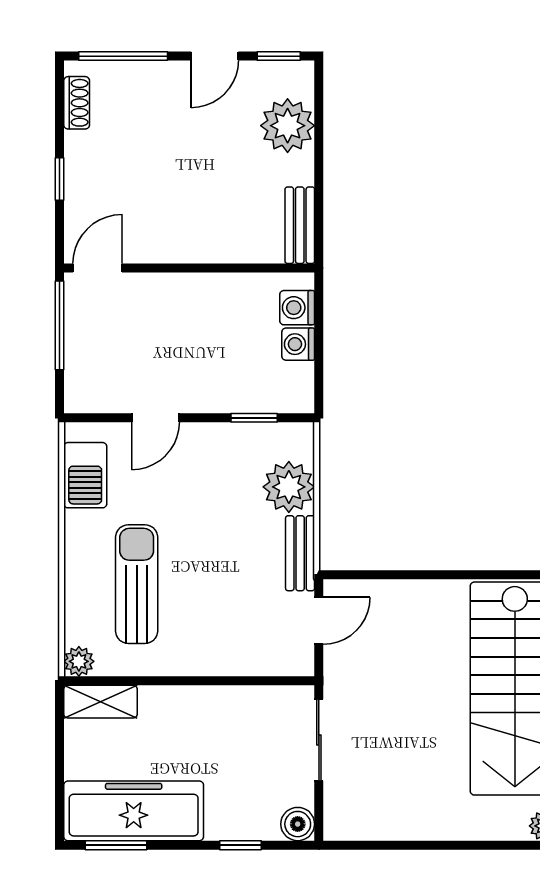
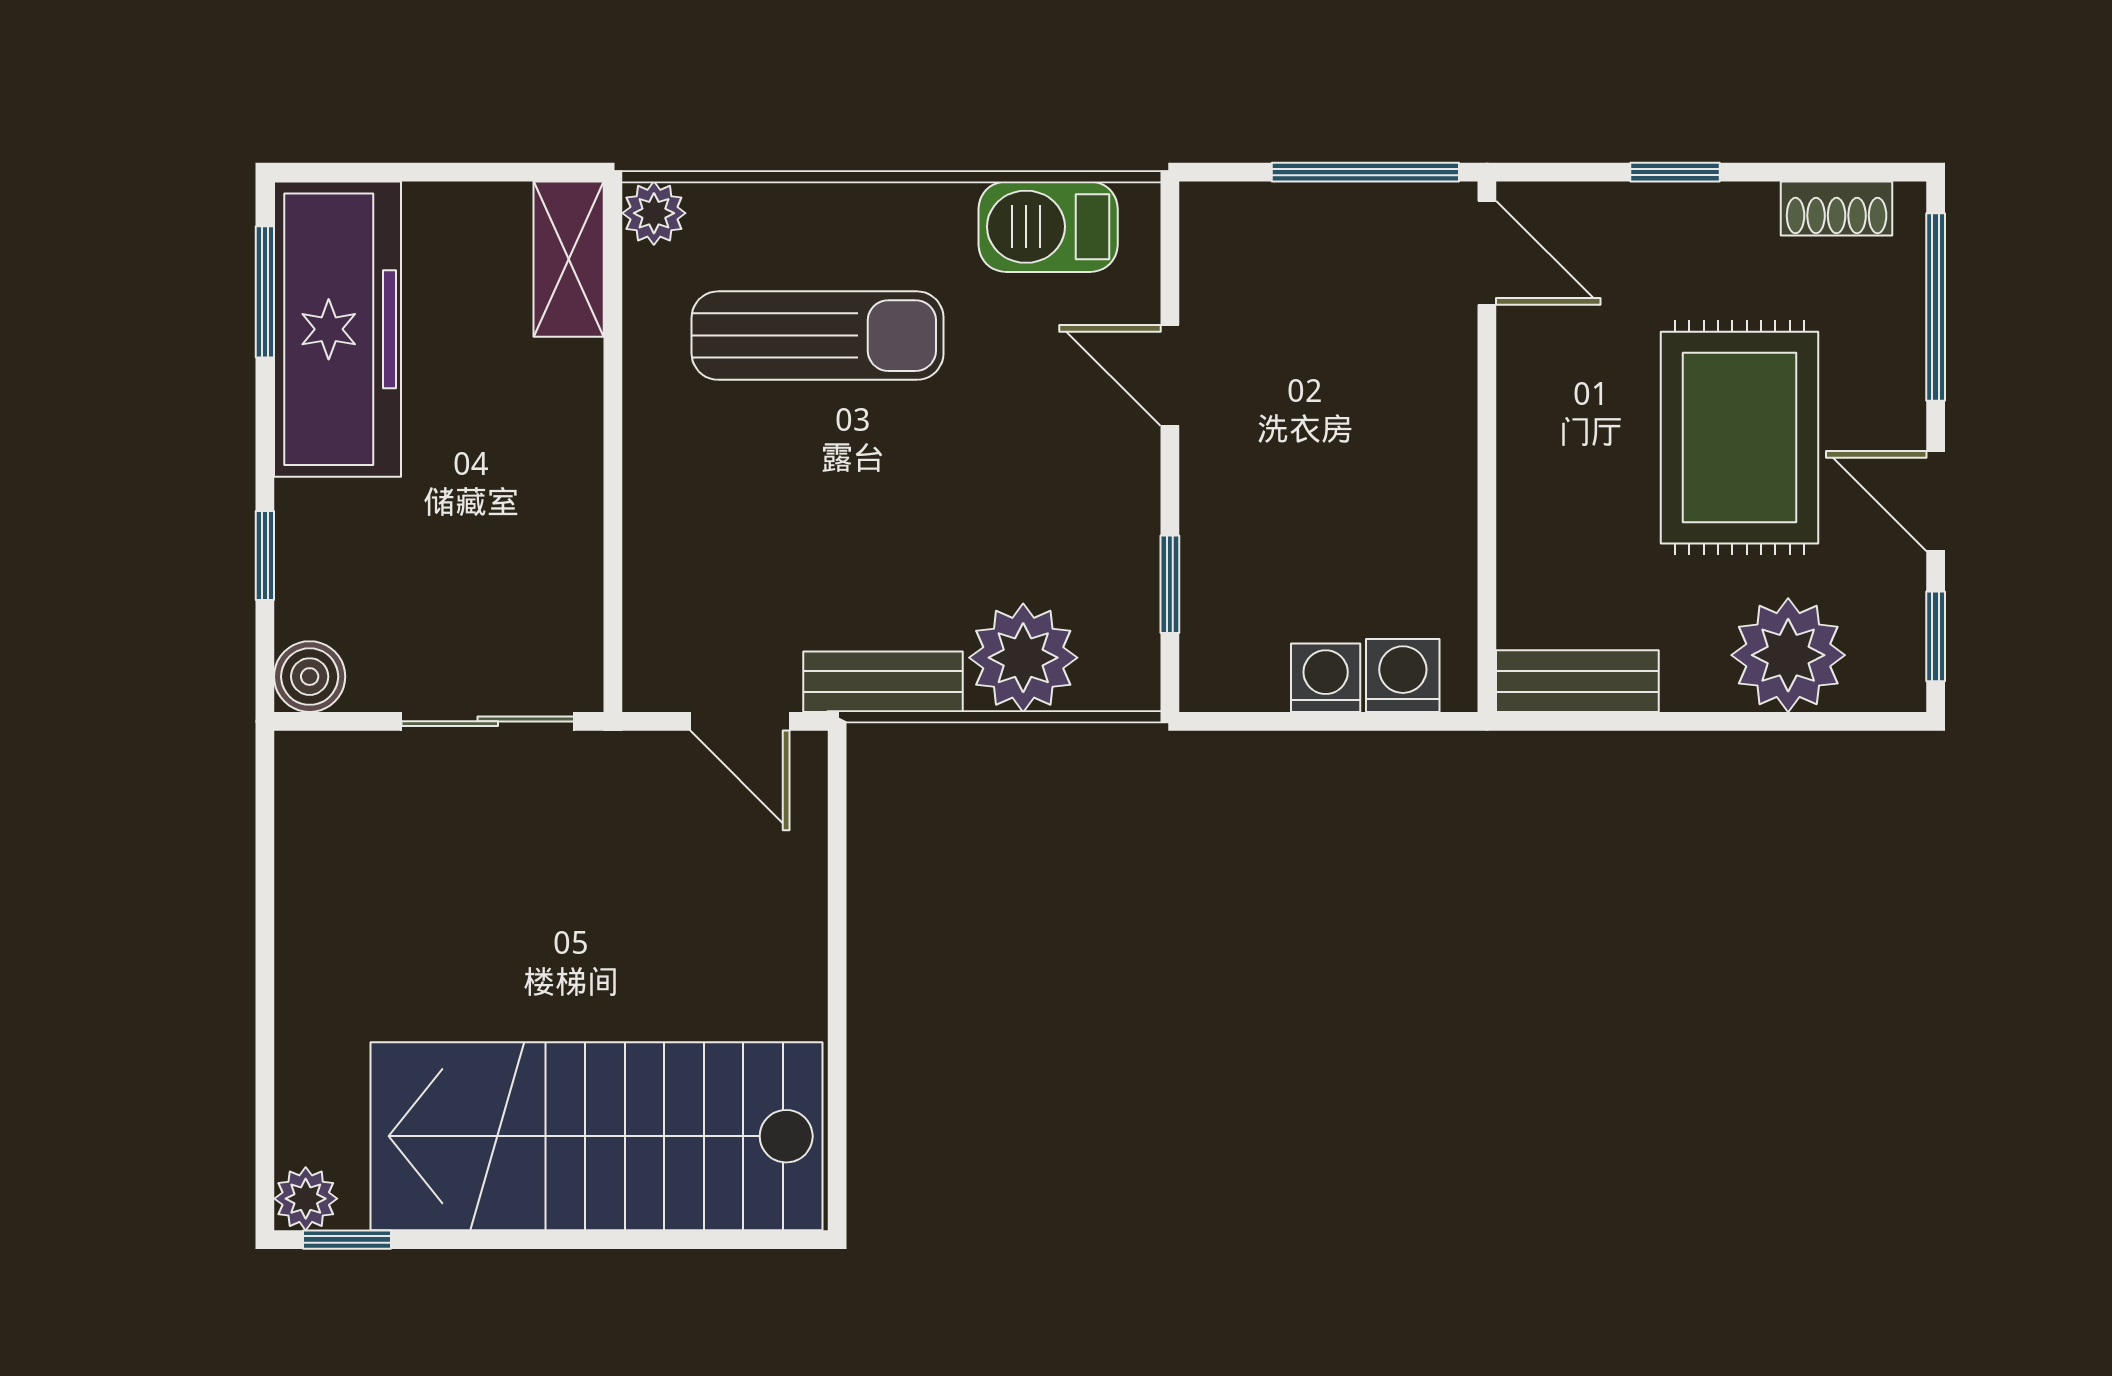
rug: (185, 149) -> (1739, 438), added

